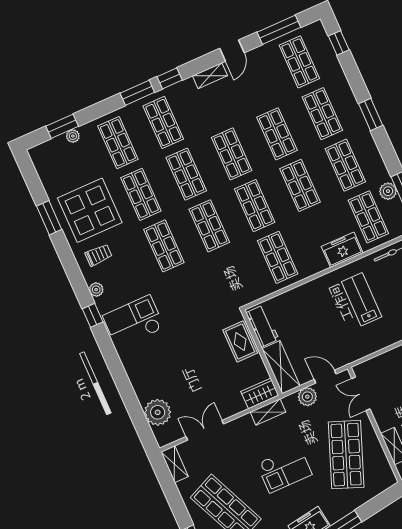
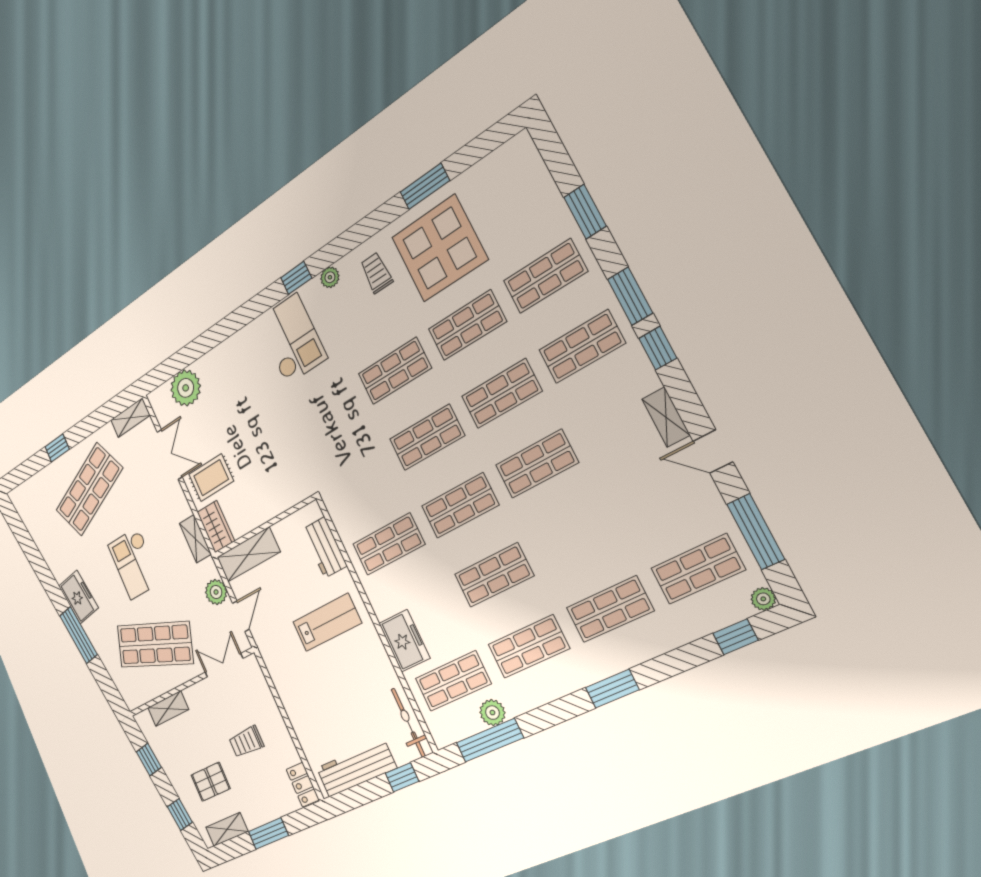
window: (62, 126) -> (585, 212), moved
shop shelf: (277, 134) -> (573, 536), removed
plant: (73, 136) -> (763, 599), moved
trolley: (99, 255) -> (376, 273), turned 180
lab bench: (362, 299) -> (327, 622), moved
workbench: (262, 326) -> (325, 547), moved, turned 90
rug: (240, 342) -> (211, 478), moved

